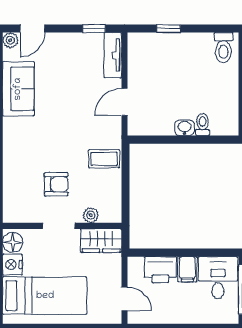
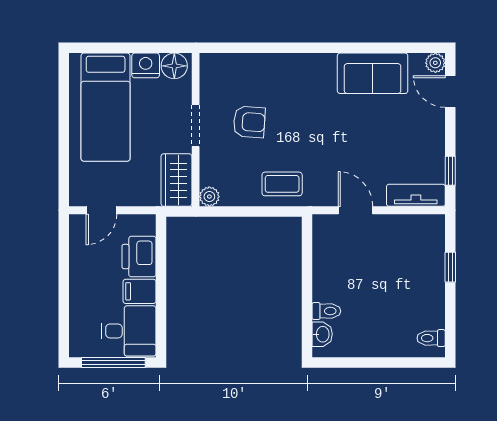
toilet: (223, 48) -> (431, 338), width x0.73, depth x0.72
washbasin: (185, 128) -> (322, 334), moved
coffee table: (104, 159) -> (282, 184), turned 90
armchair: (56, 184) -> (249, 122), turned -86
plant: (91, 215) -> (209, 197), moved

